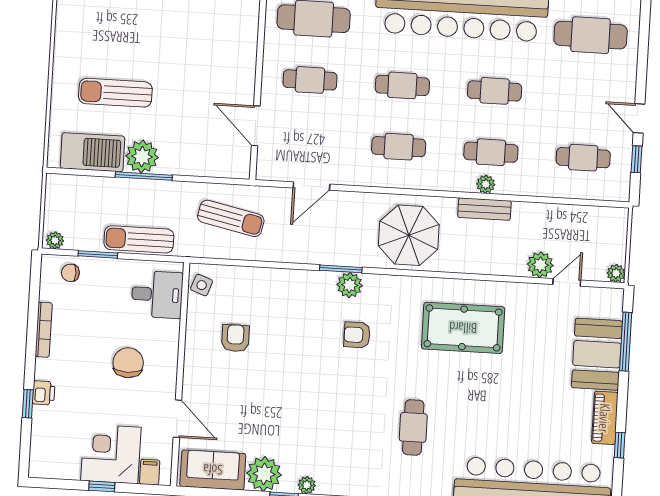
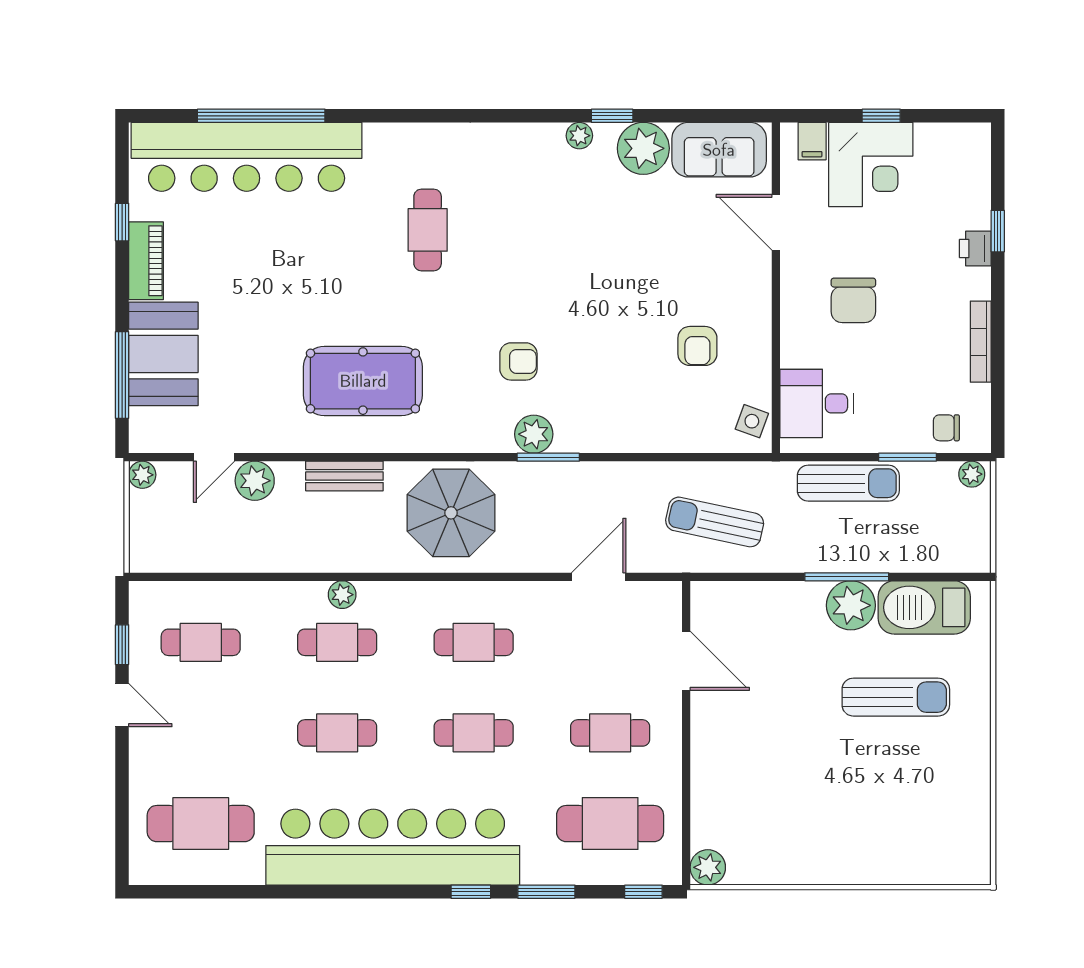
bench: (484, 209) -> (344, 476), moved
chair: (70, 273) -> (946, 428), turned 180

